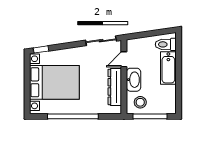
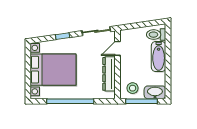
window: (41, 49) -> (63, 36), moved
washbasin: (134, 80) -> (155, 92), moved, turned -90

